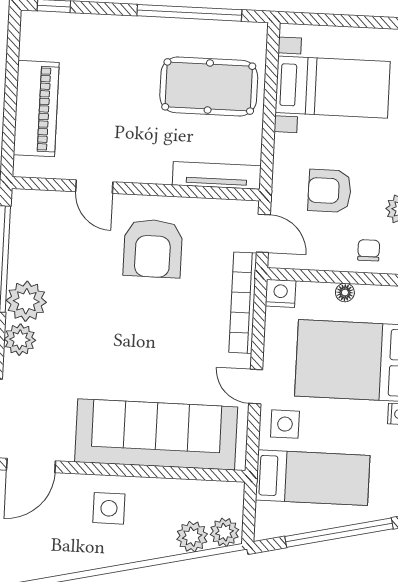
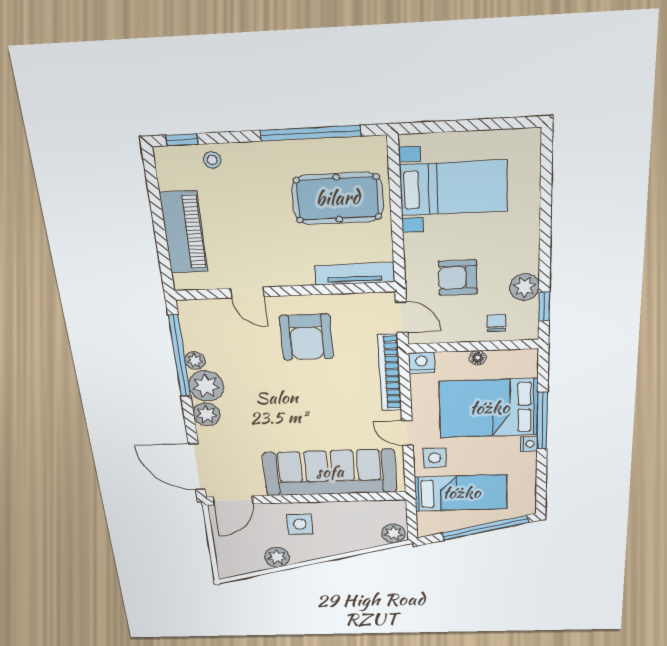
stool: (82, 31) -> (212, 160), added
plant: (19, 267) -> (195, 360), added
plant: (192, 537) -> (277, 557), moved

